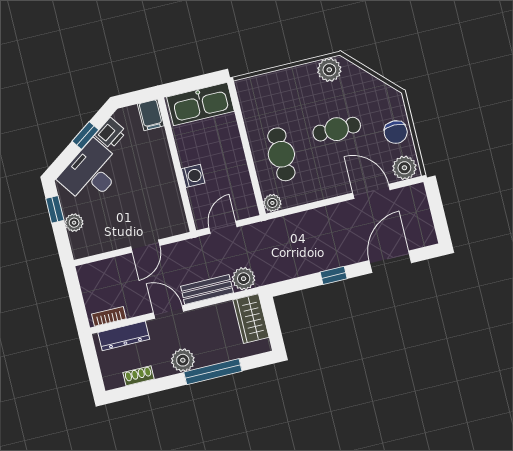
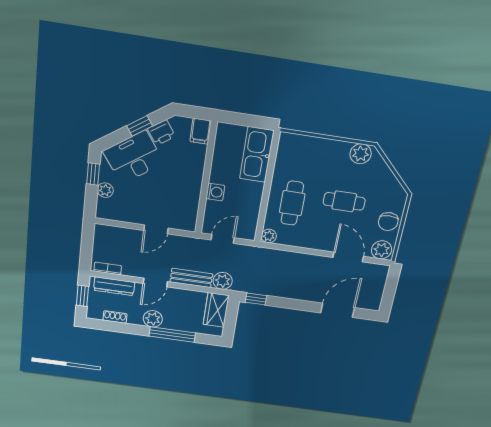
kitchen sink: (201, 104) -> (257, 155), moved, turned 90
window: (334, 275) -> (256, 299), moved
door: (169, 312) -> (155, 282), swing flipped
window: (92, 363) -> (82, 296), added

